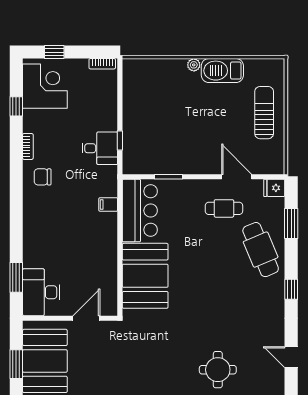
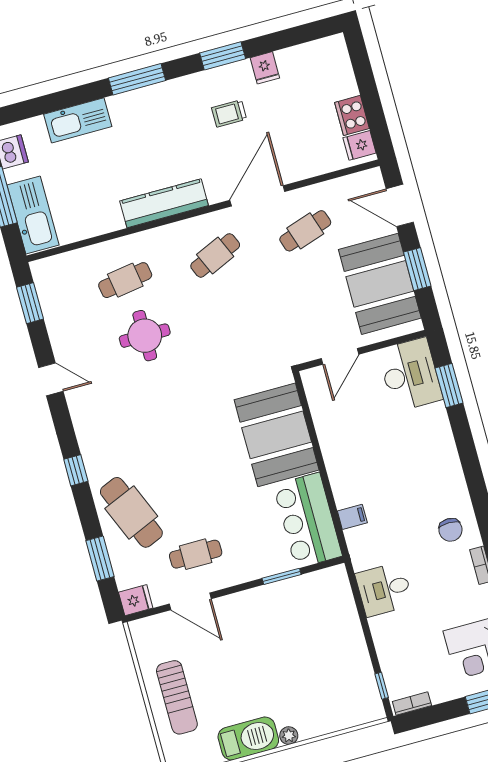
window: (120, 140) -> (382, 686), moved
chair: (43, 177) -> (451, 530), turned 90

